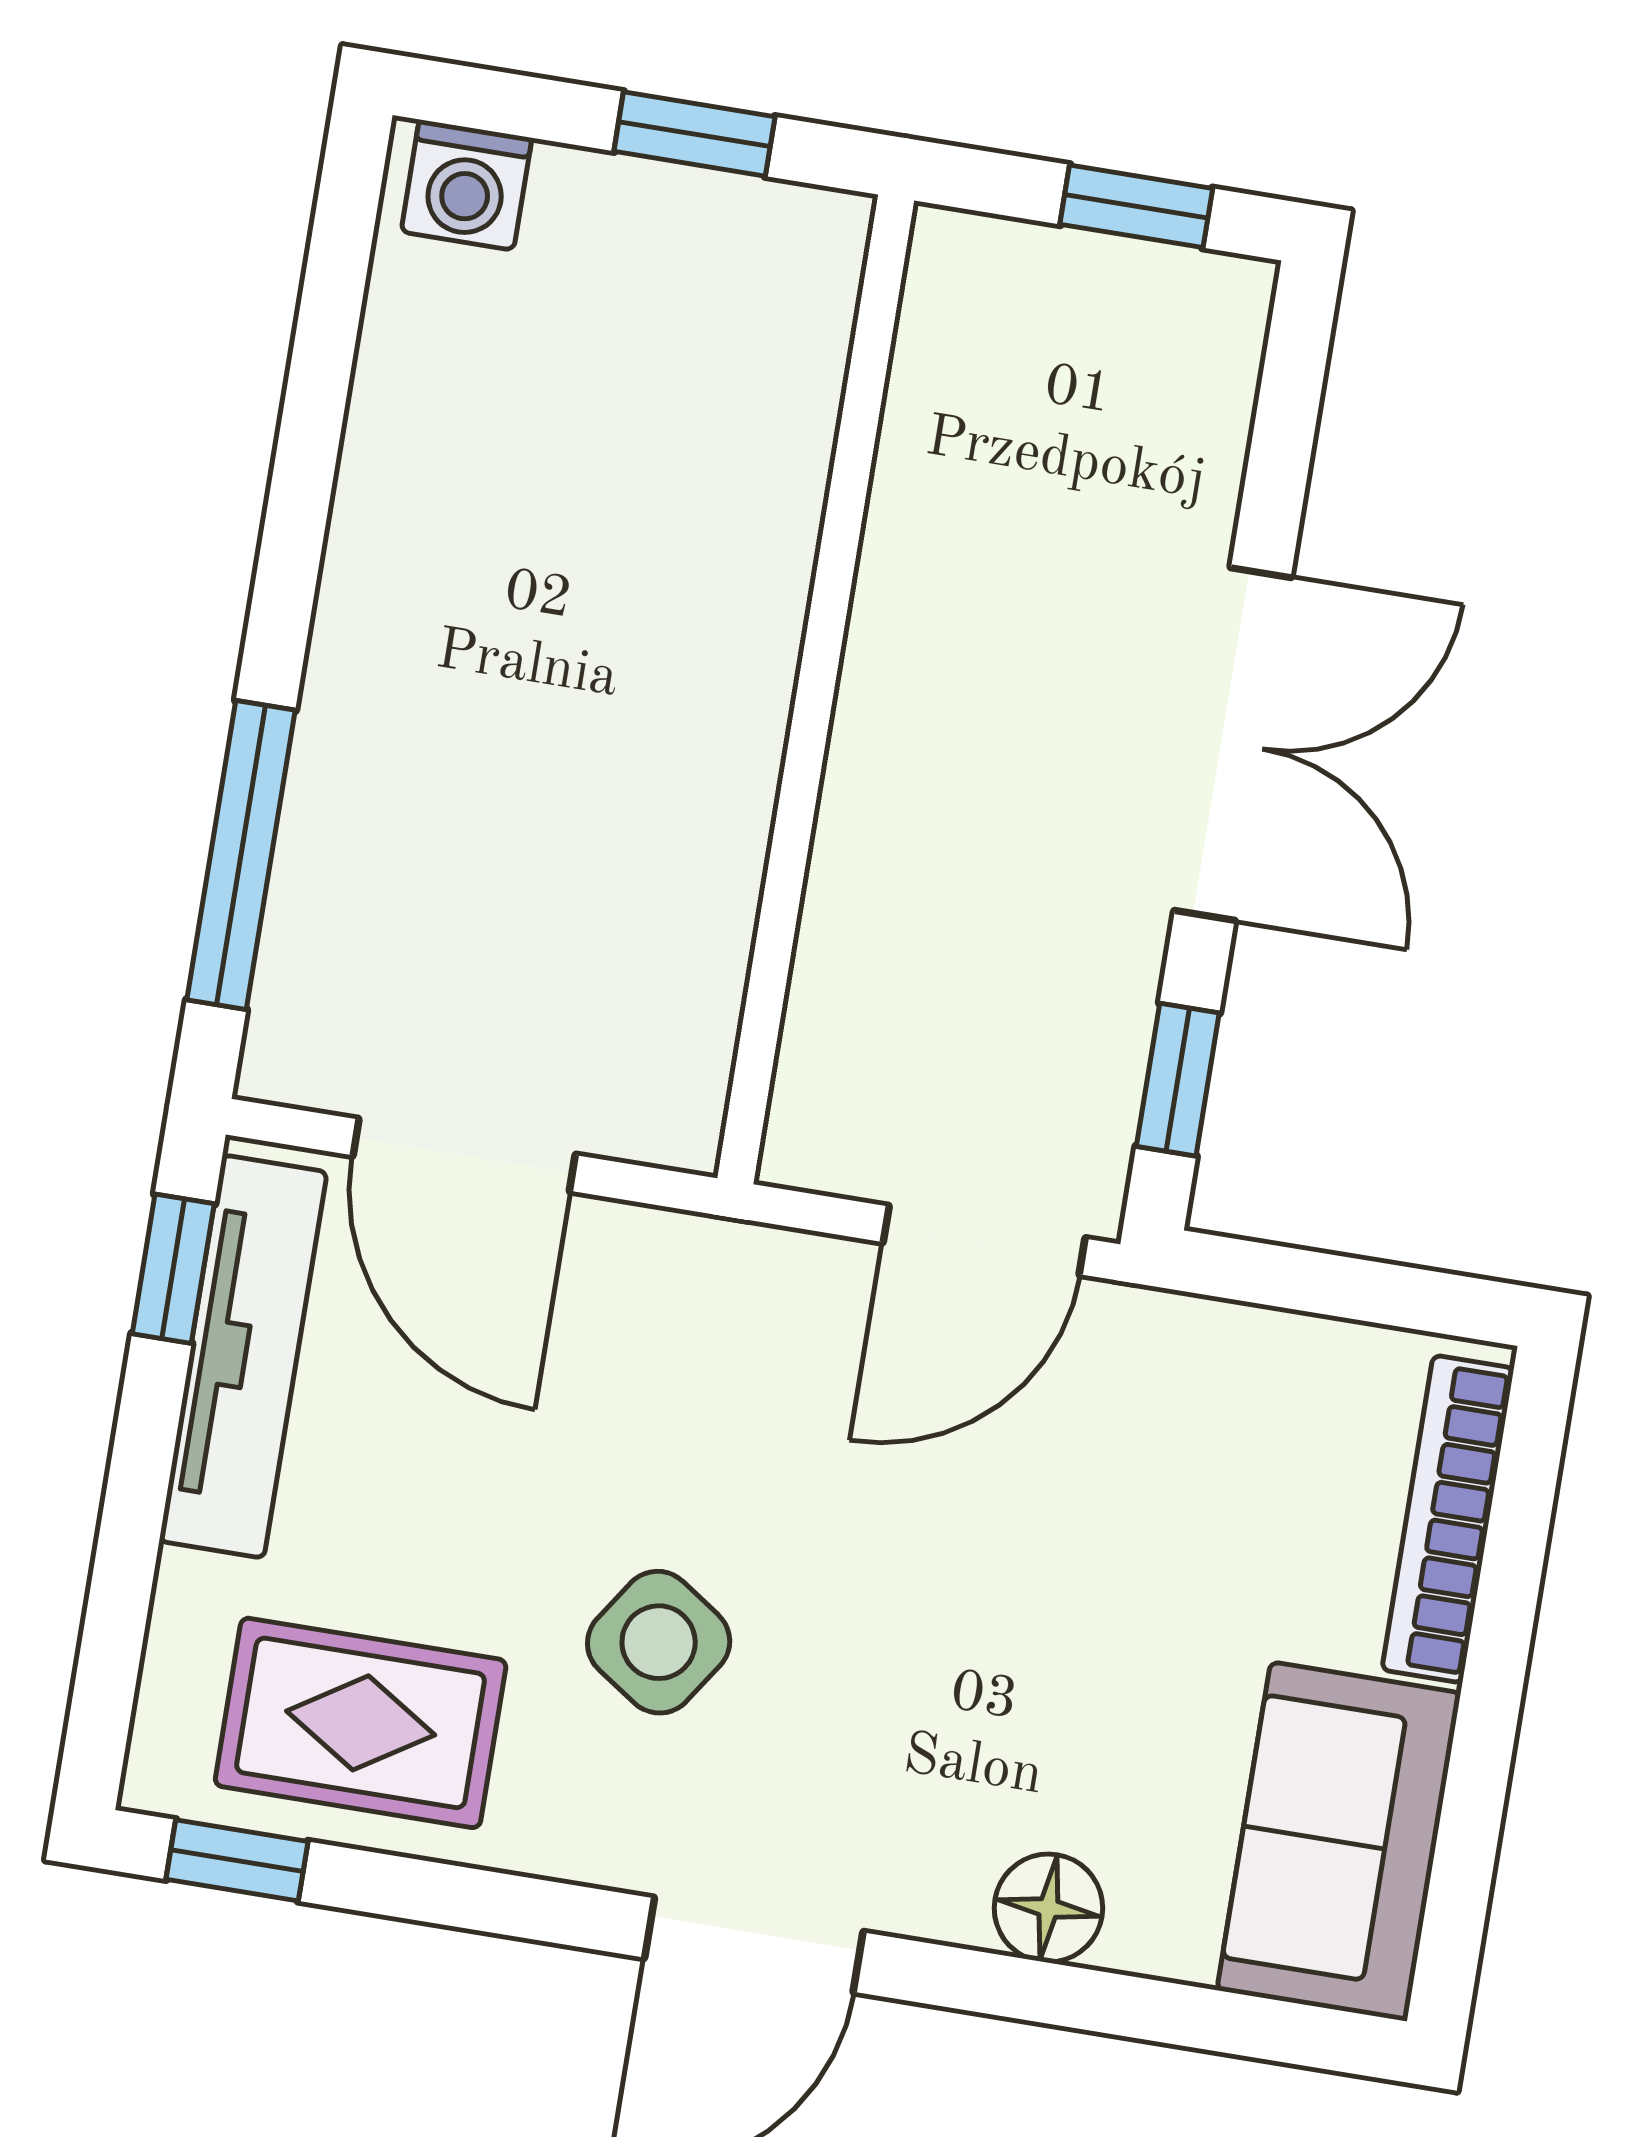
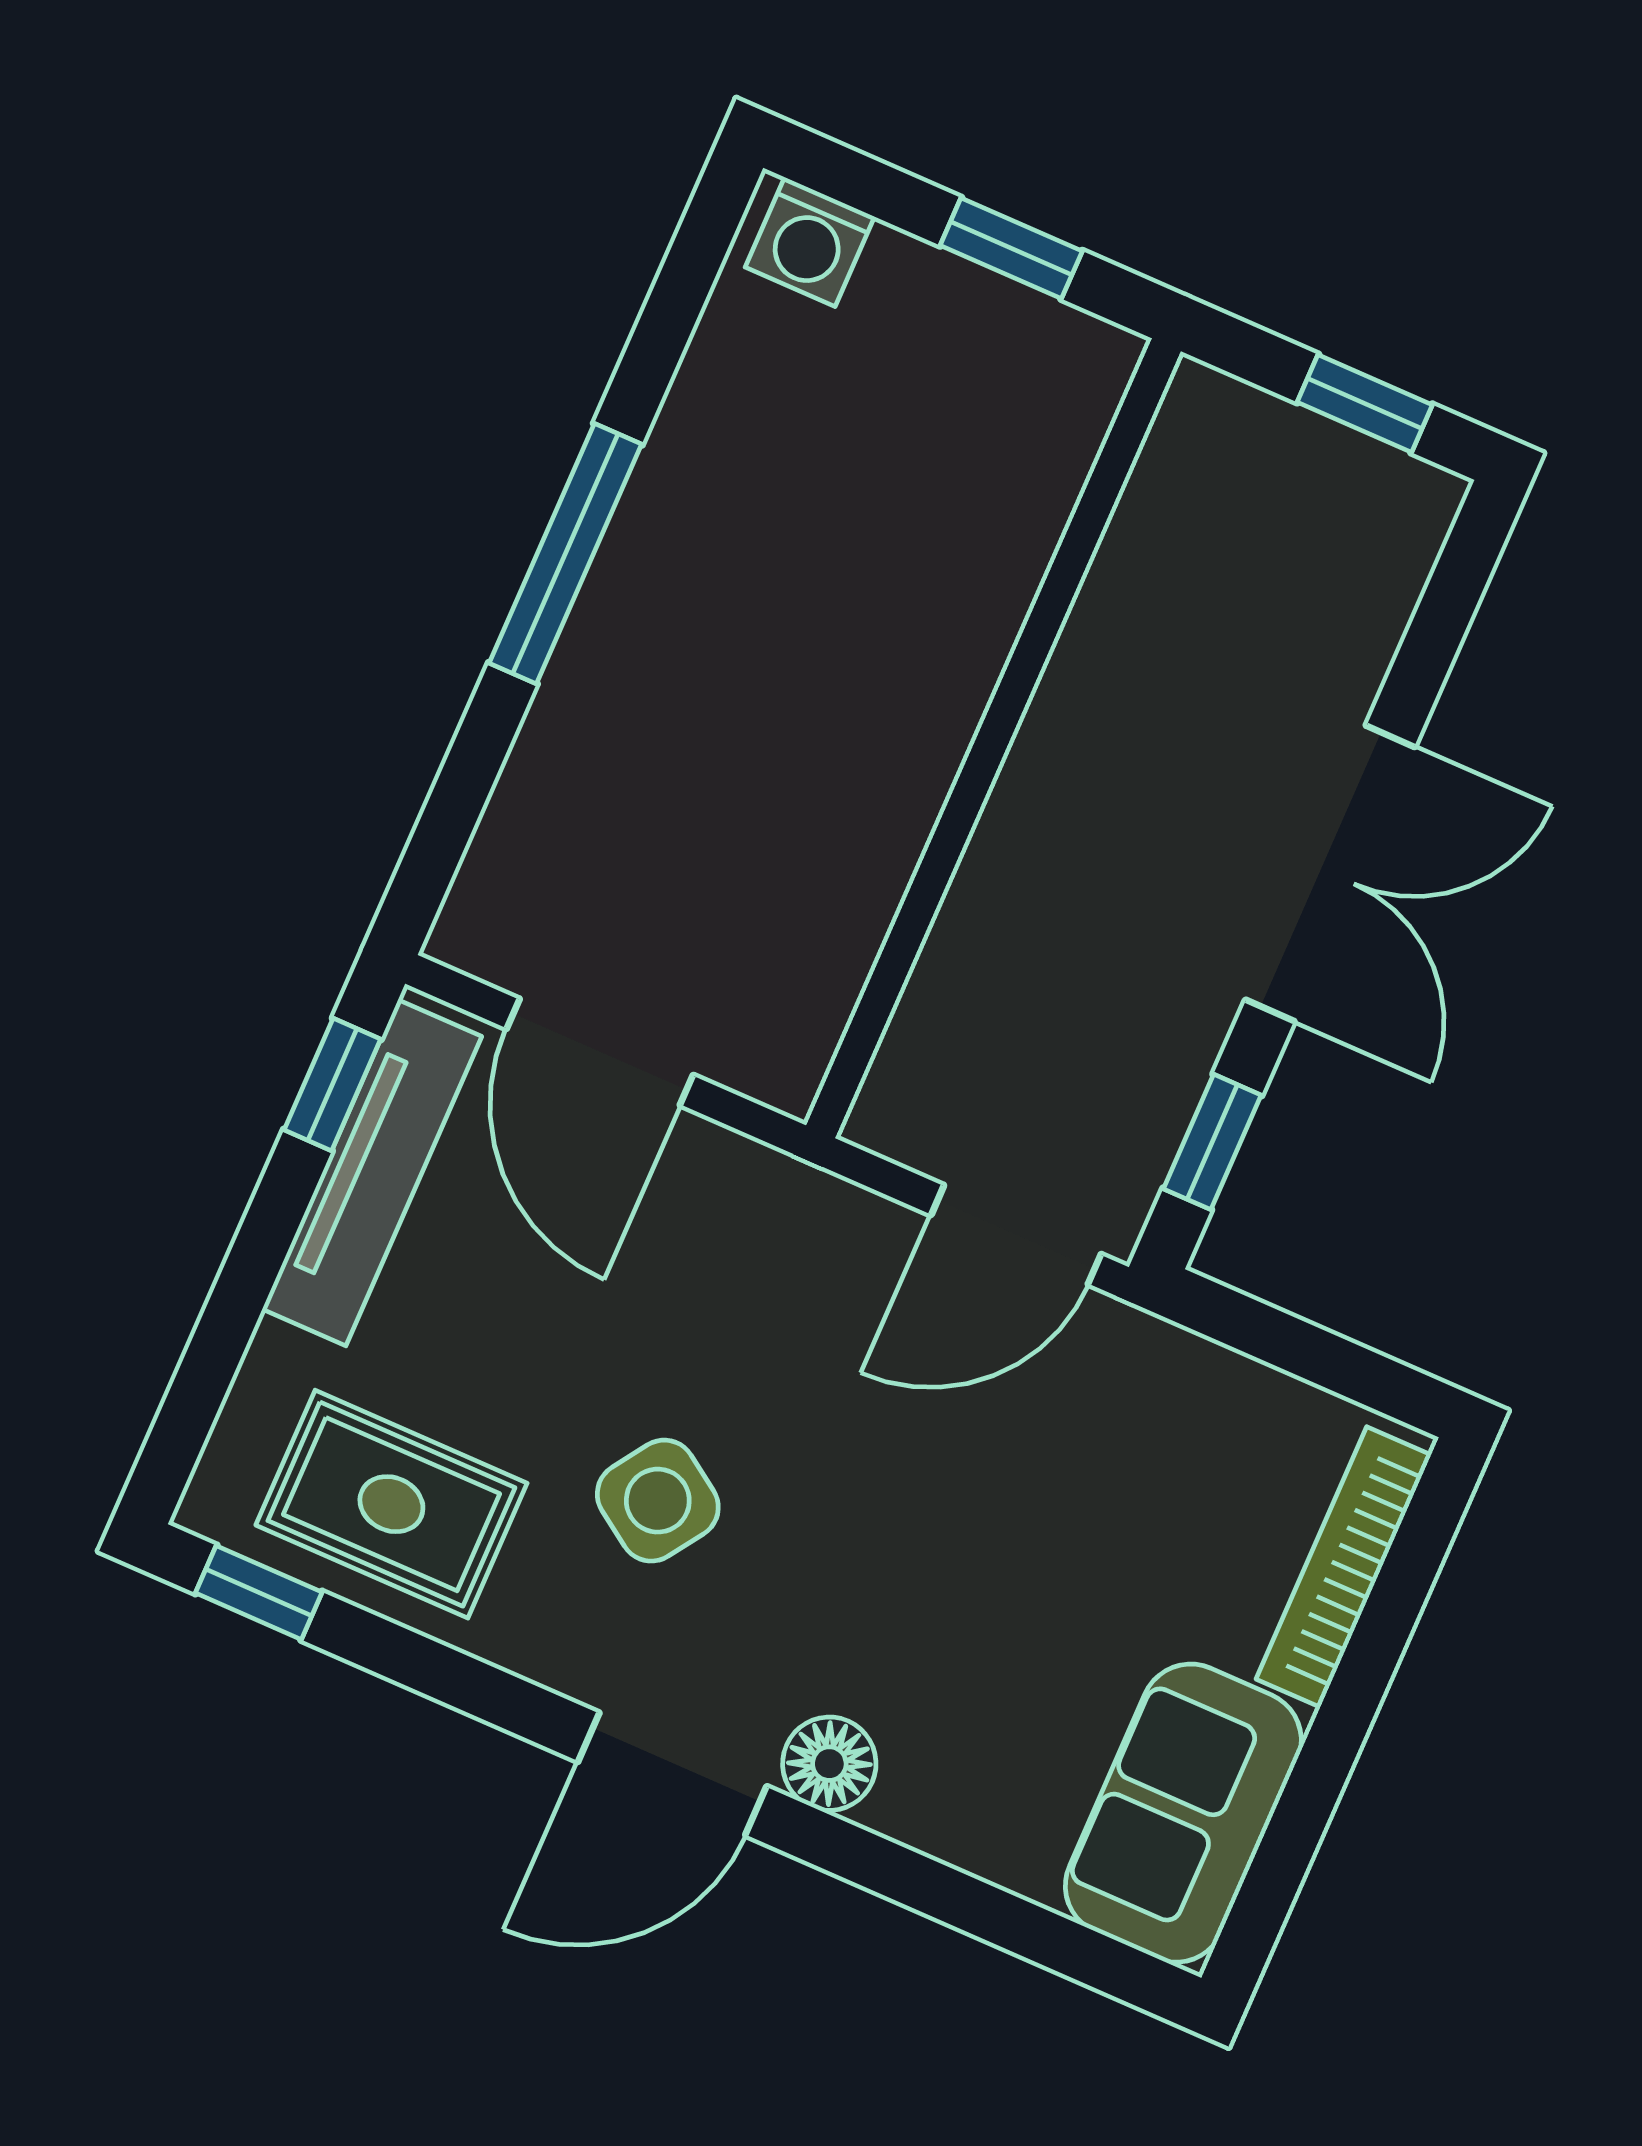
window: (241, 855) -> (565, 554), moved
floor lamp: (1048, 1908) -> (829, 1764), moved

